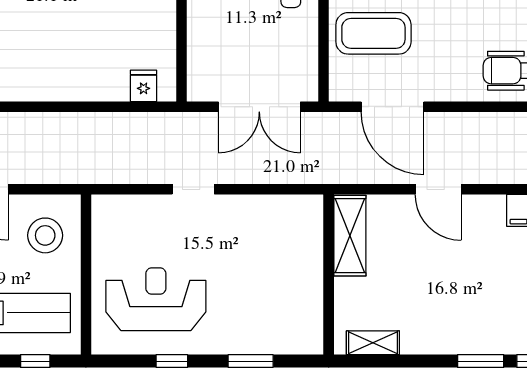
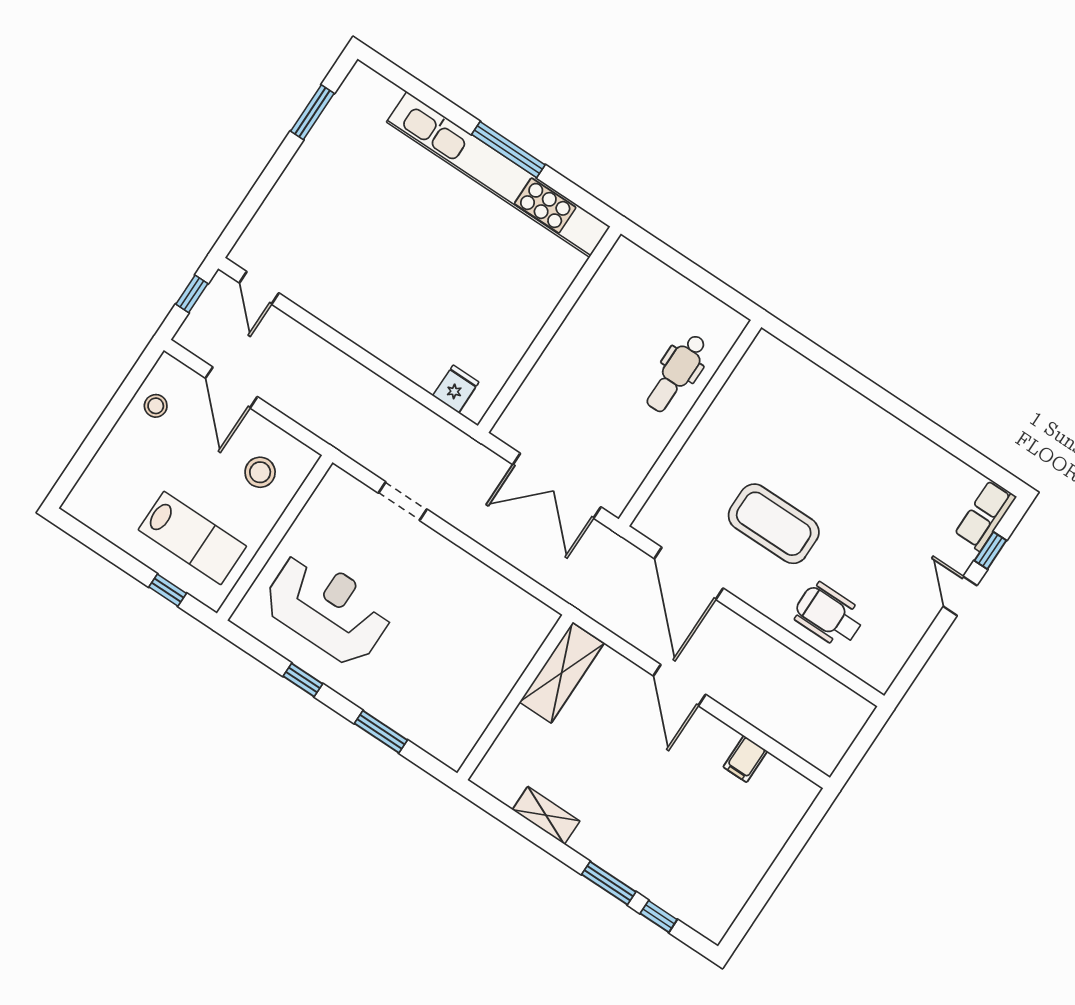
coffee table: (373, 33) -> (774, 524), moved
doorway: (193, 189) -> (403, 501), moved
stool: (45, 235) -> (260, 472), width x0.73, depth x0.73
shelving: (373, 343) -> (546, 815), moved

